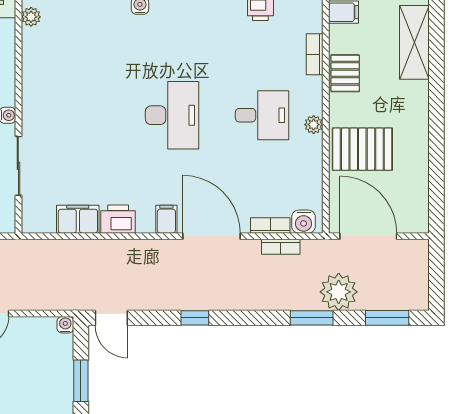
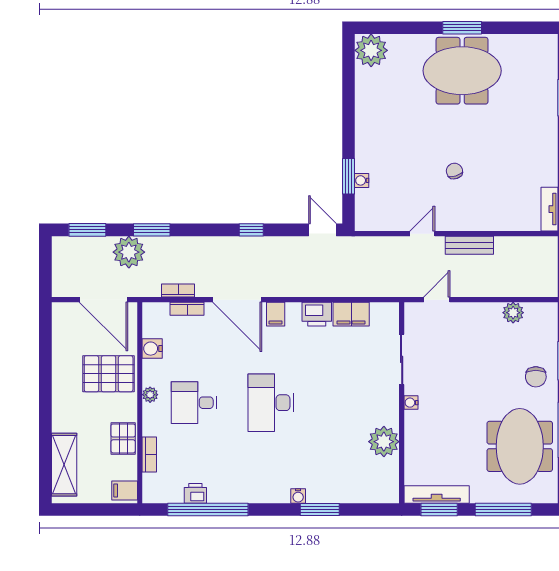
plant: (31, 17) -> (384, 442), moved, width x1.88, depth x1.88
water cooler: (304, 222) -> (152, 349), moved, turned -90
water cooler: (65, 325) -> (362, 180), moved, turned 90

